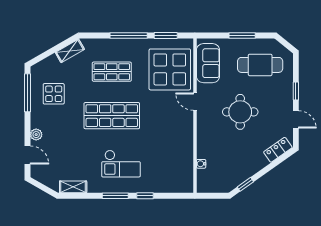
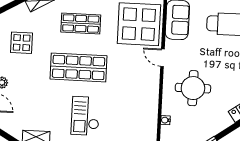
round table: (240, 112) -> (193, 88), moved
checkout: (121, 164) -> (85, 116), turned 90

